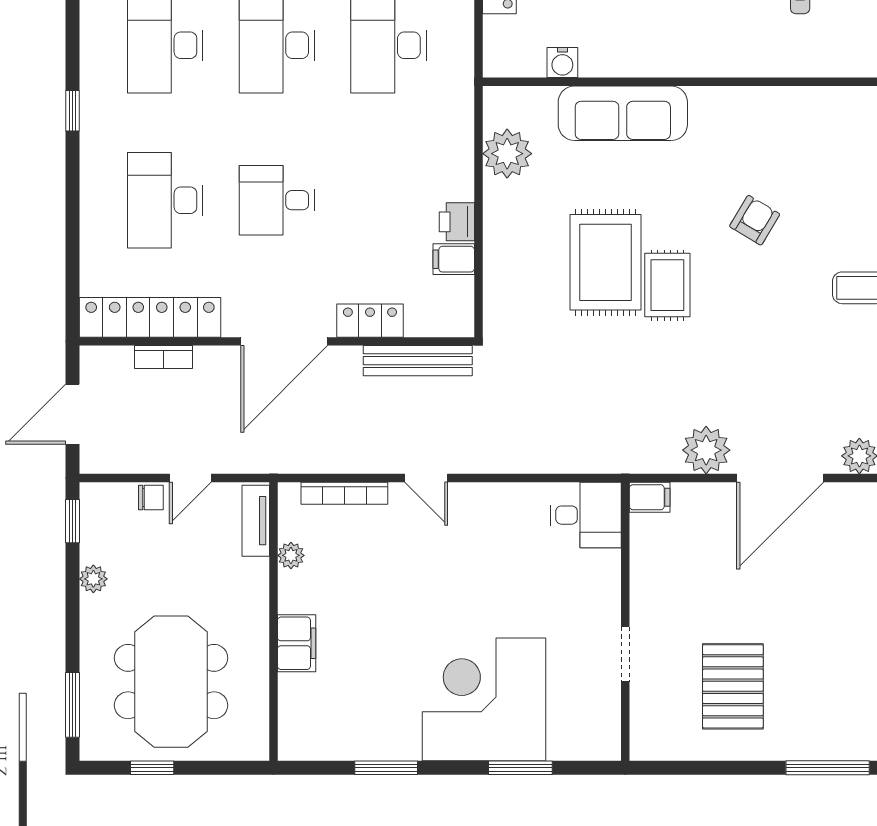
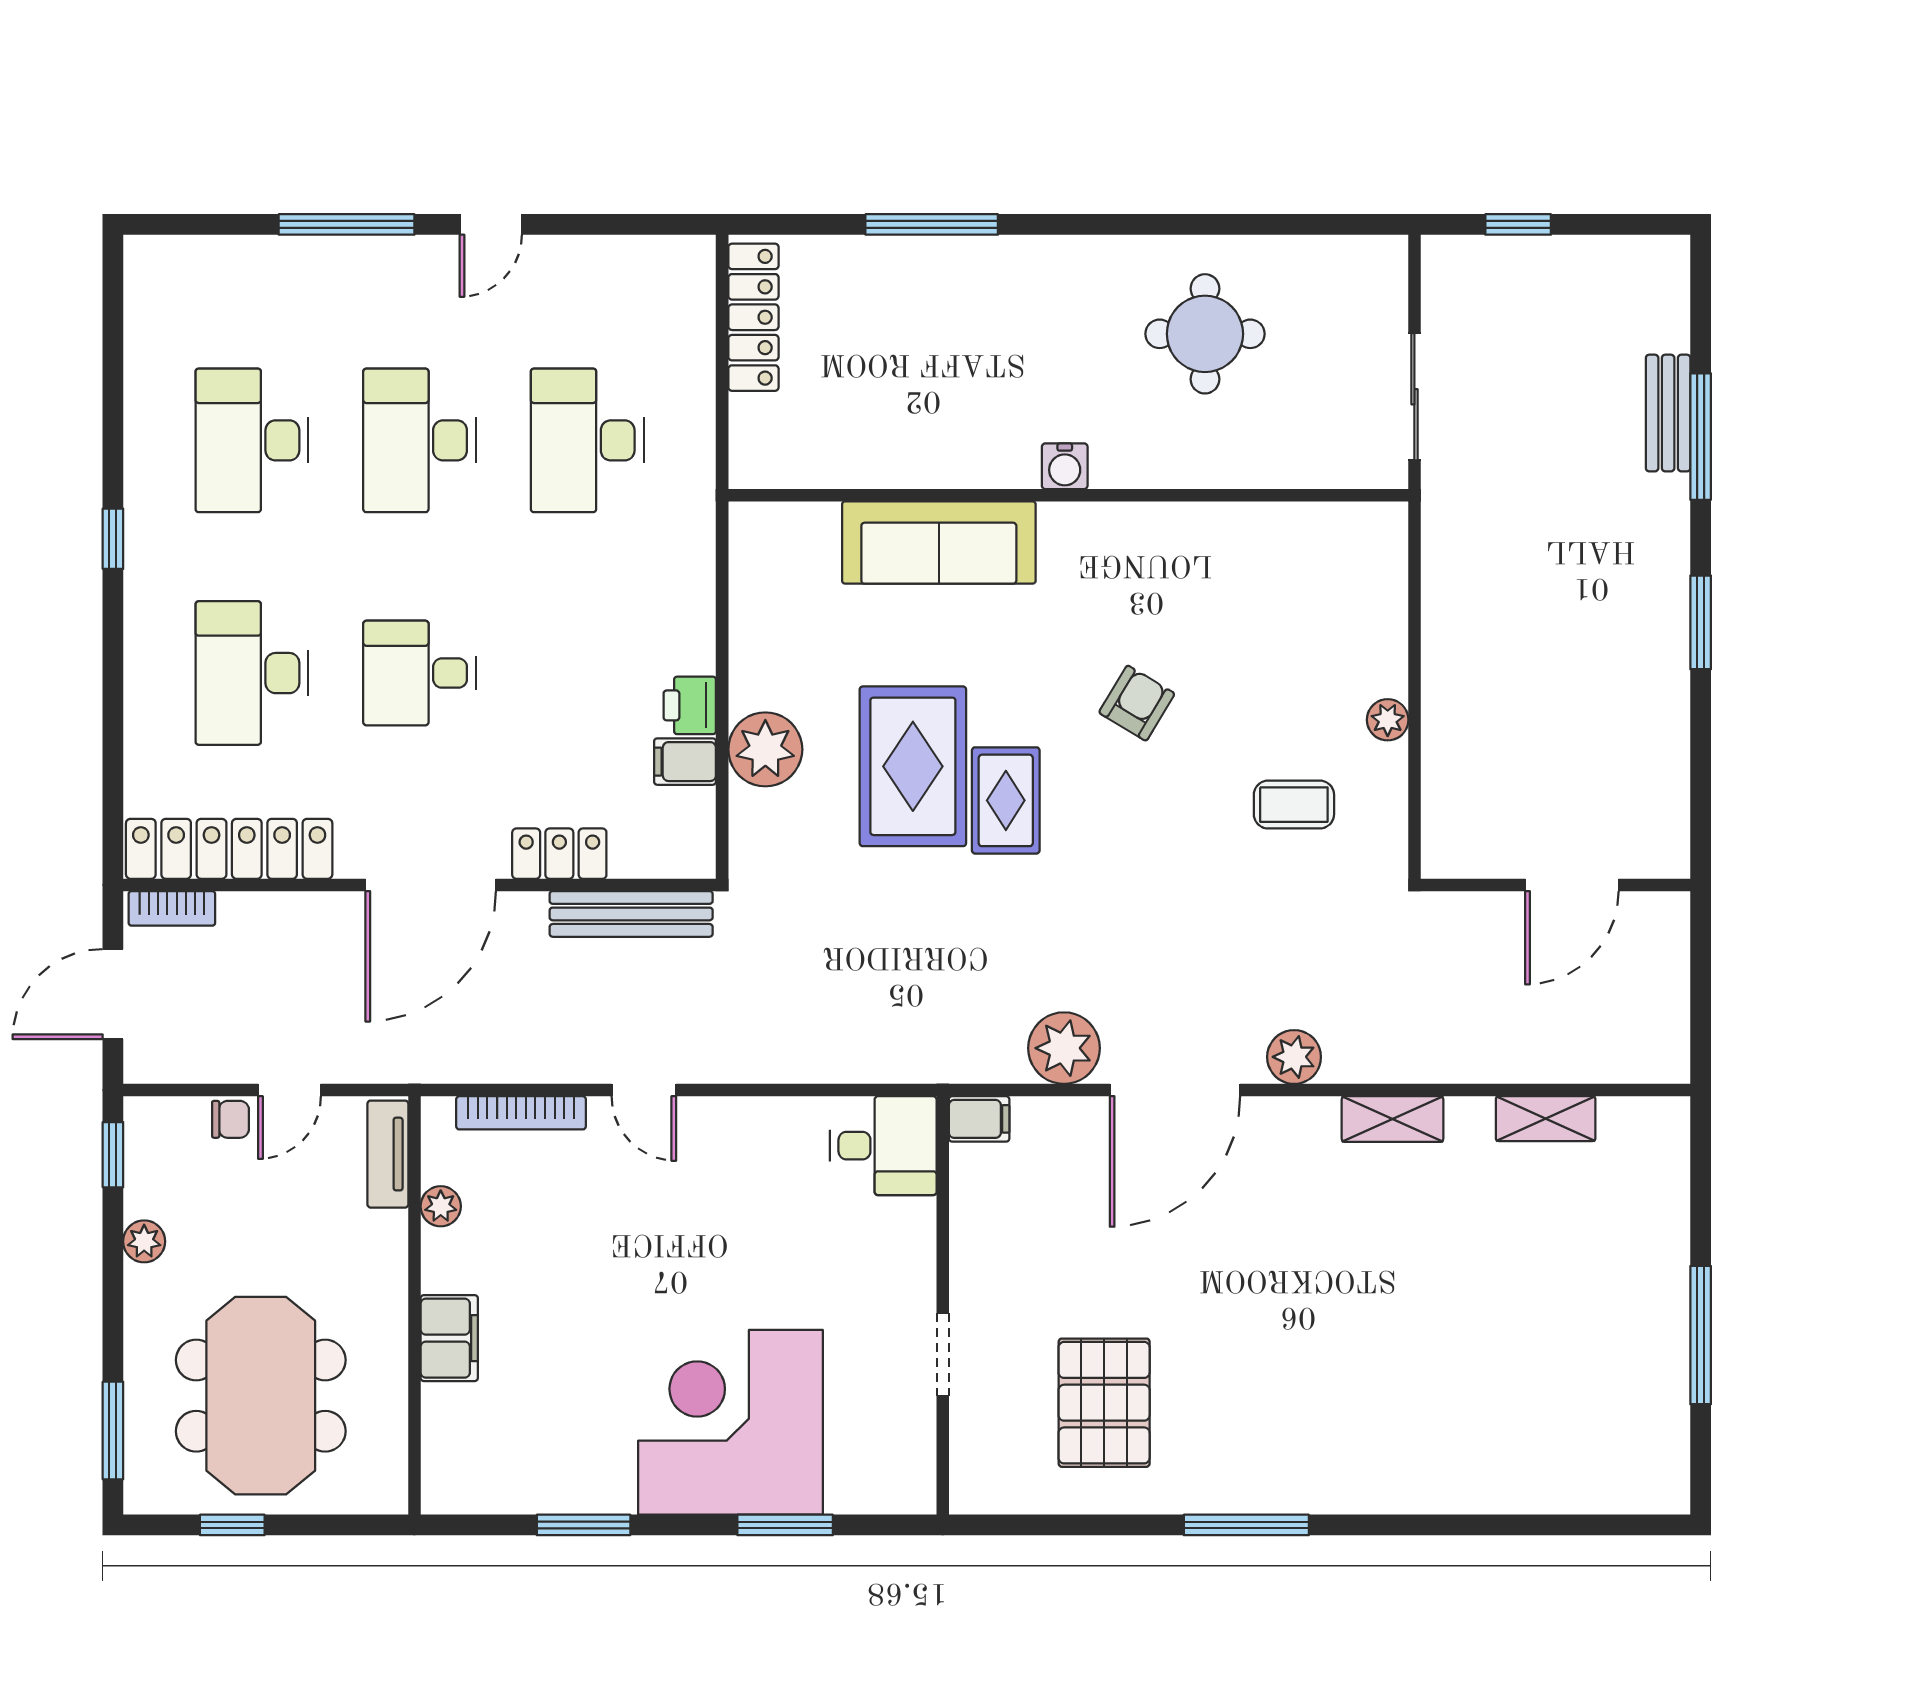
water cooler: (562, 62) -> (1065, 466), moved
plant: (507, 154) -> (765, 749), moved
bookcase: (163, 357) -> (172, 908), moved

